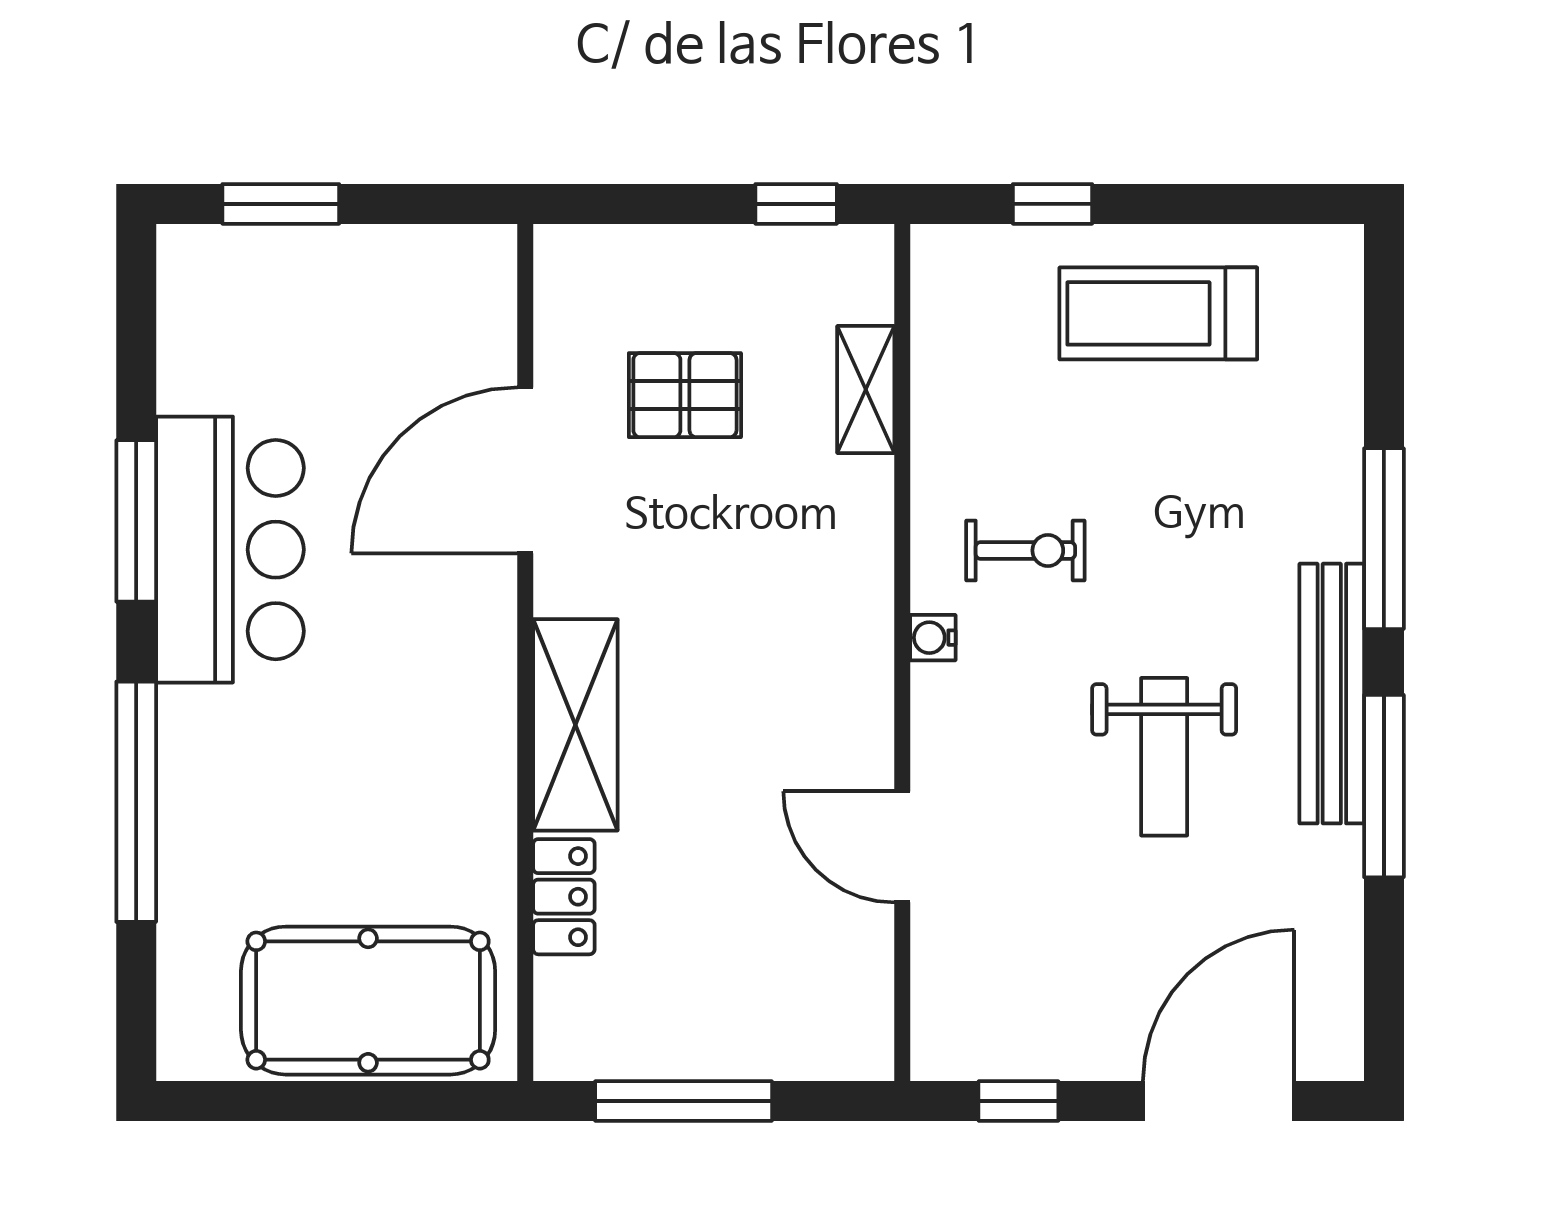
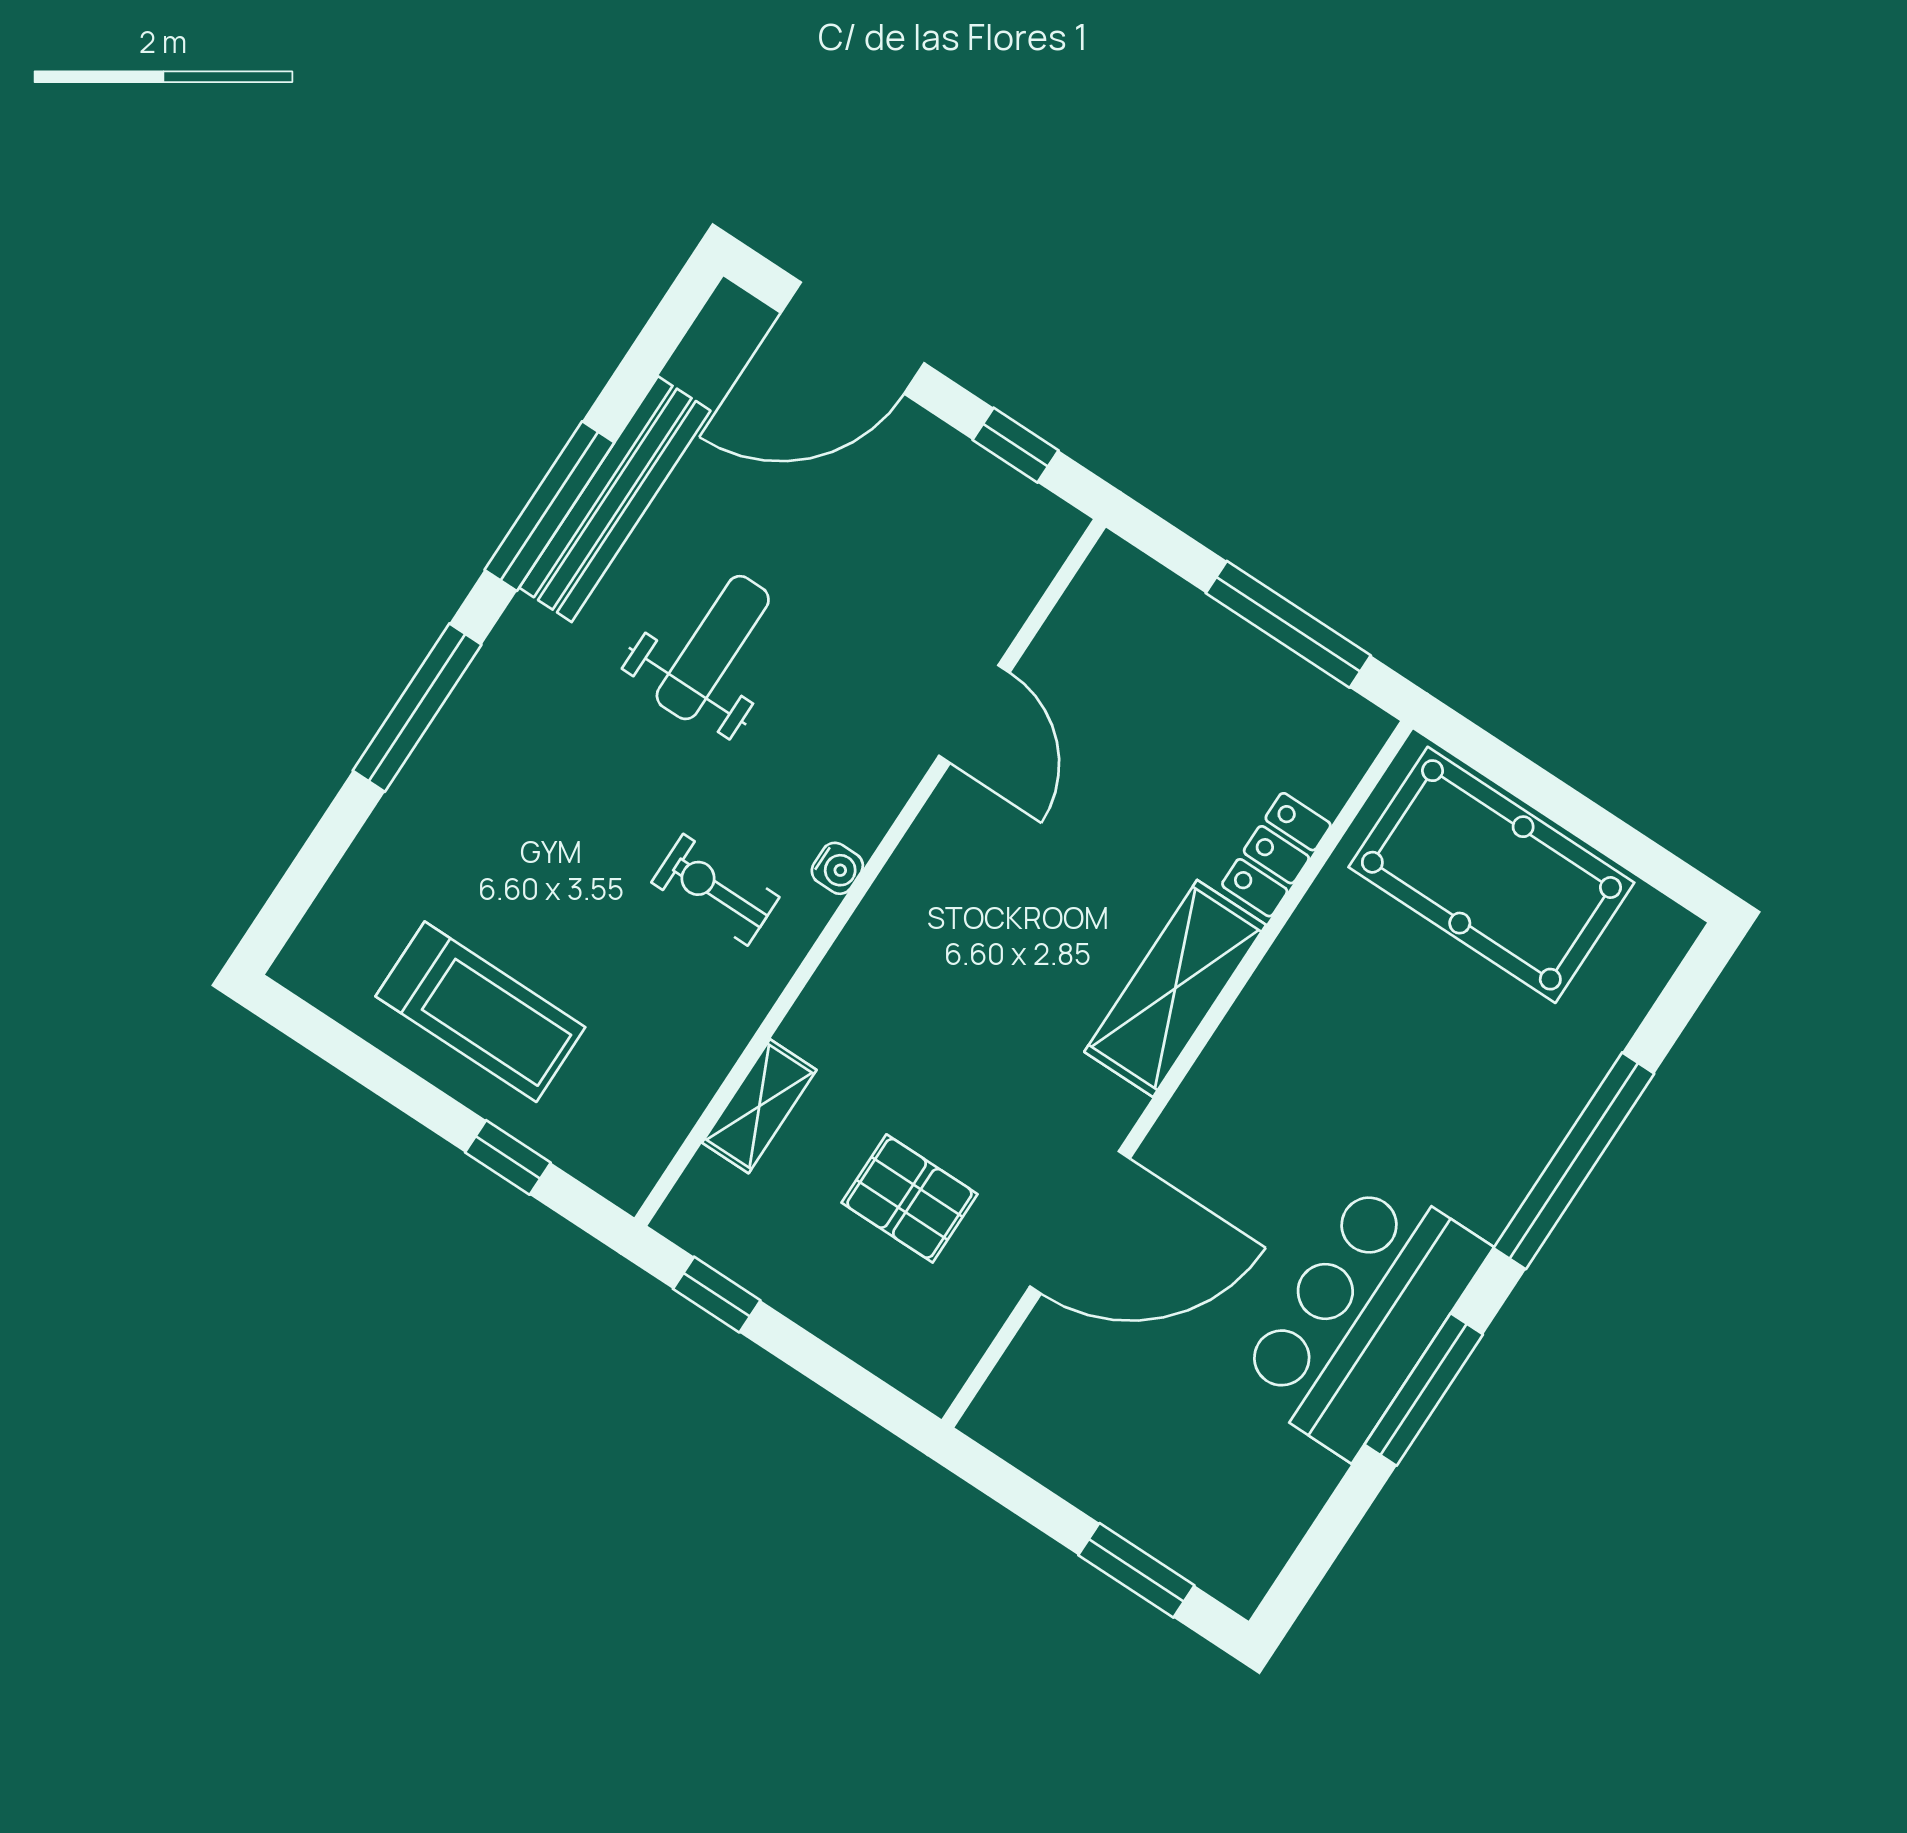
bench: (1332, 694) -> (615, 499), moved

